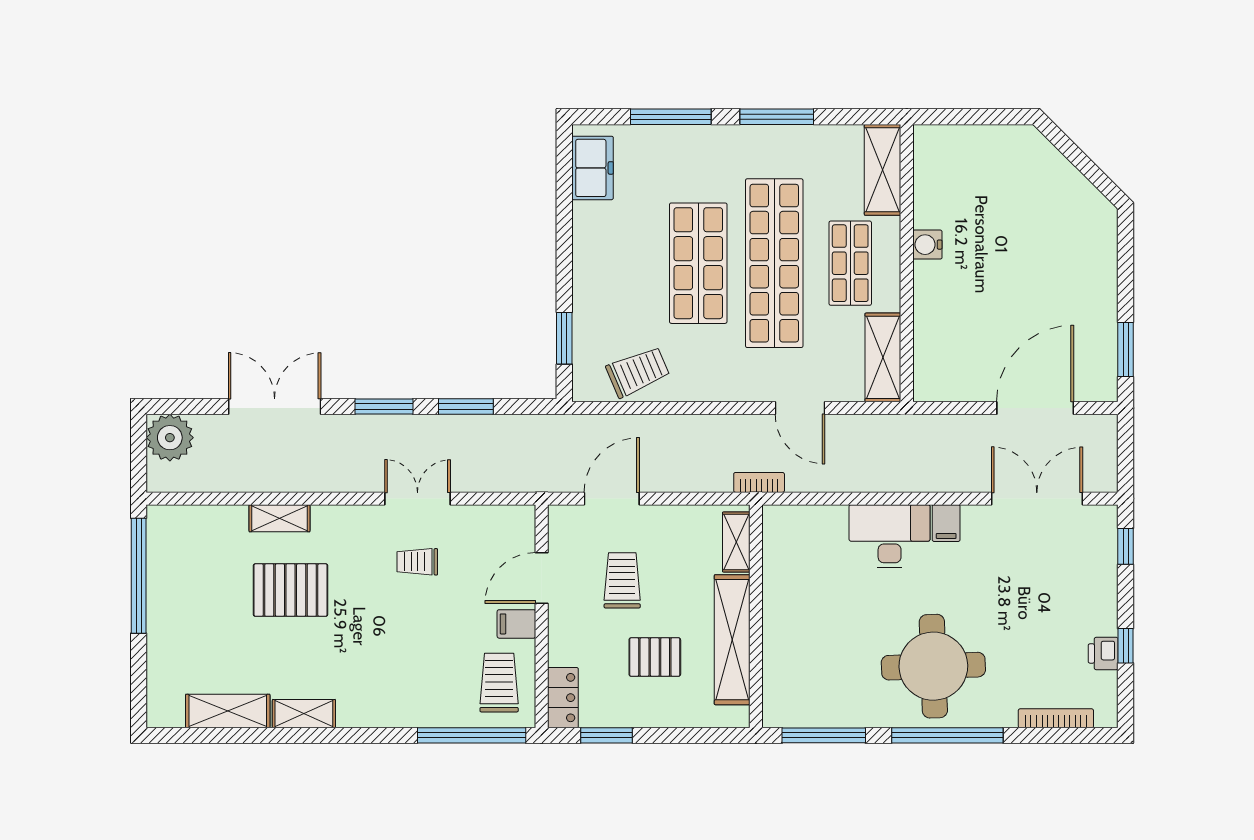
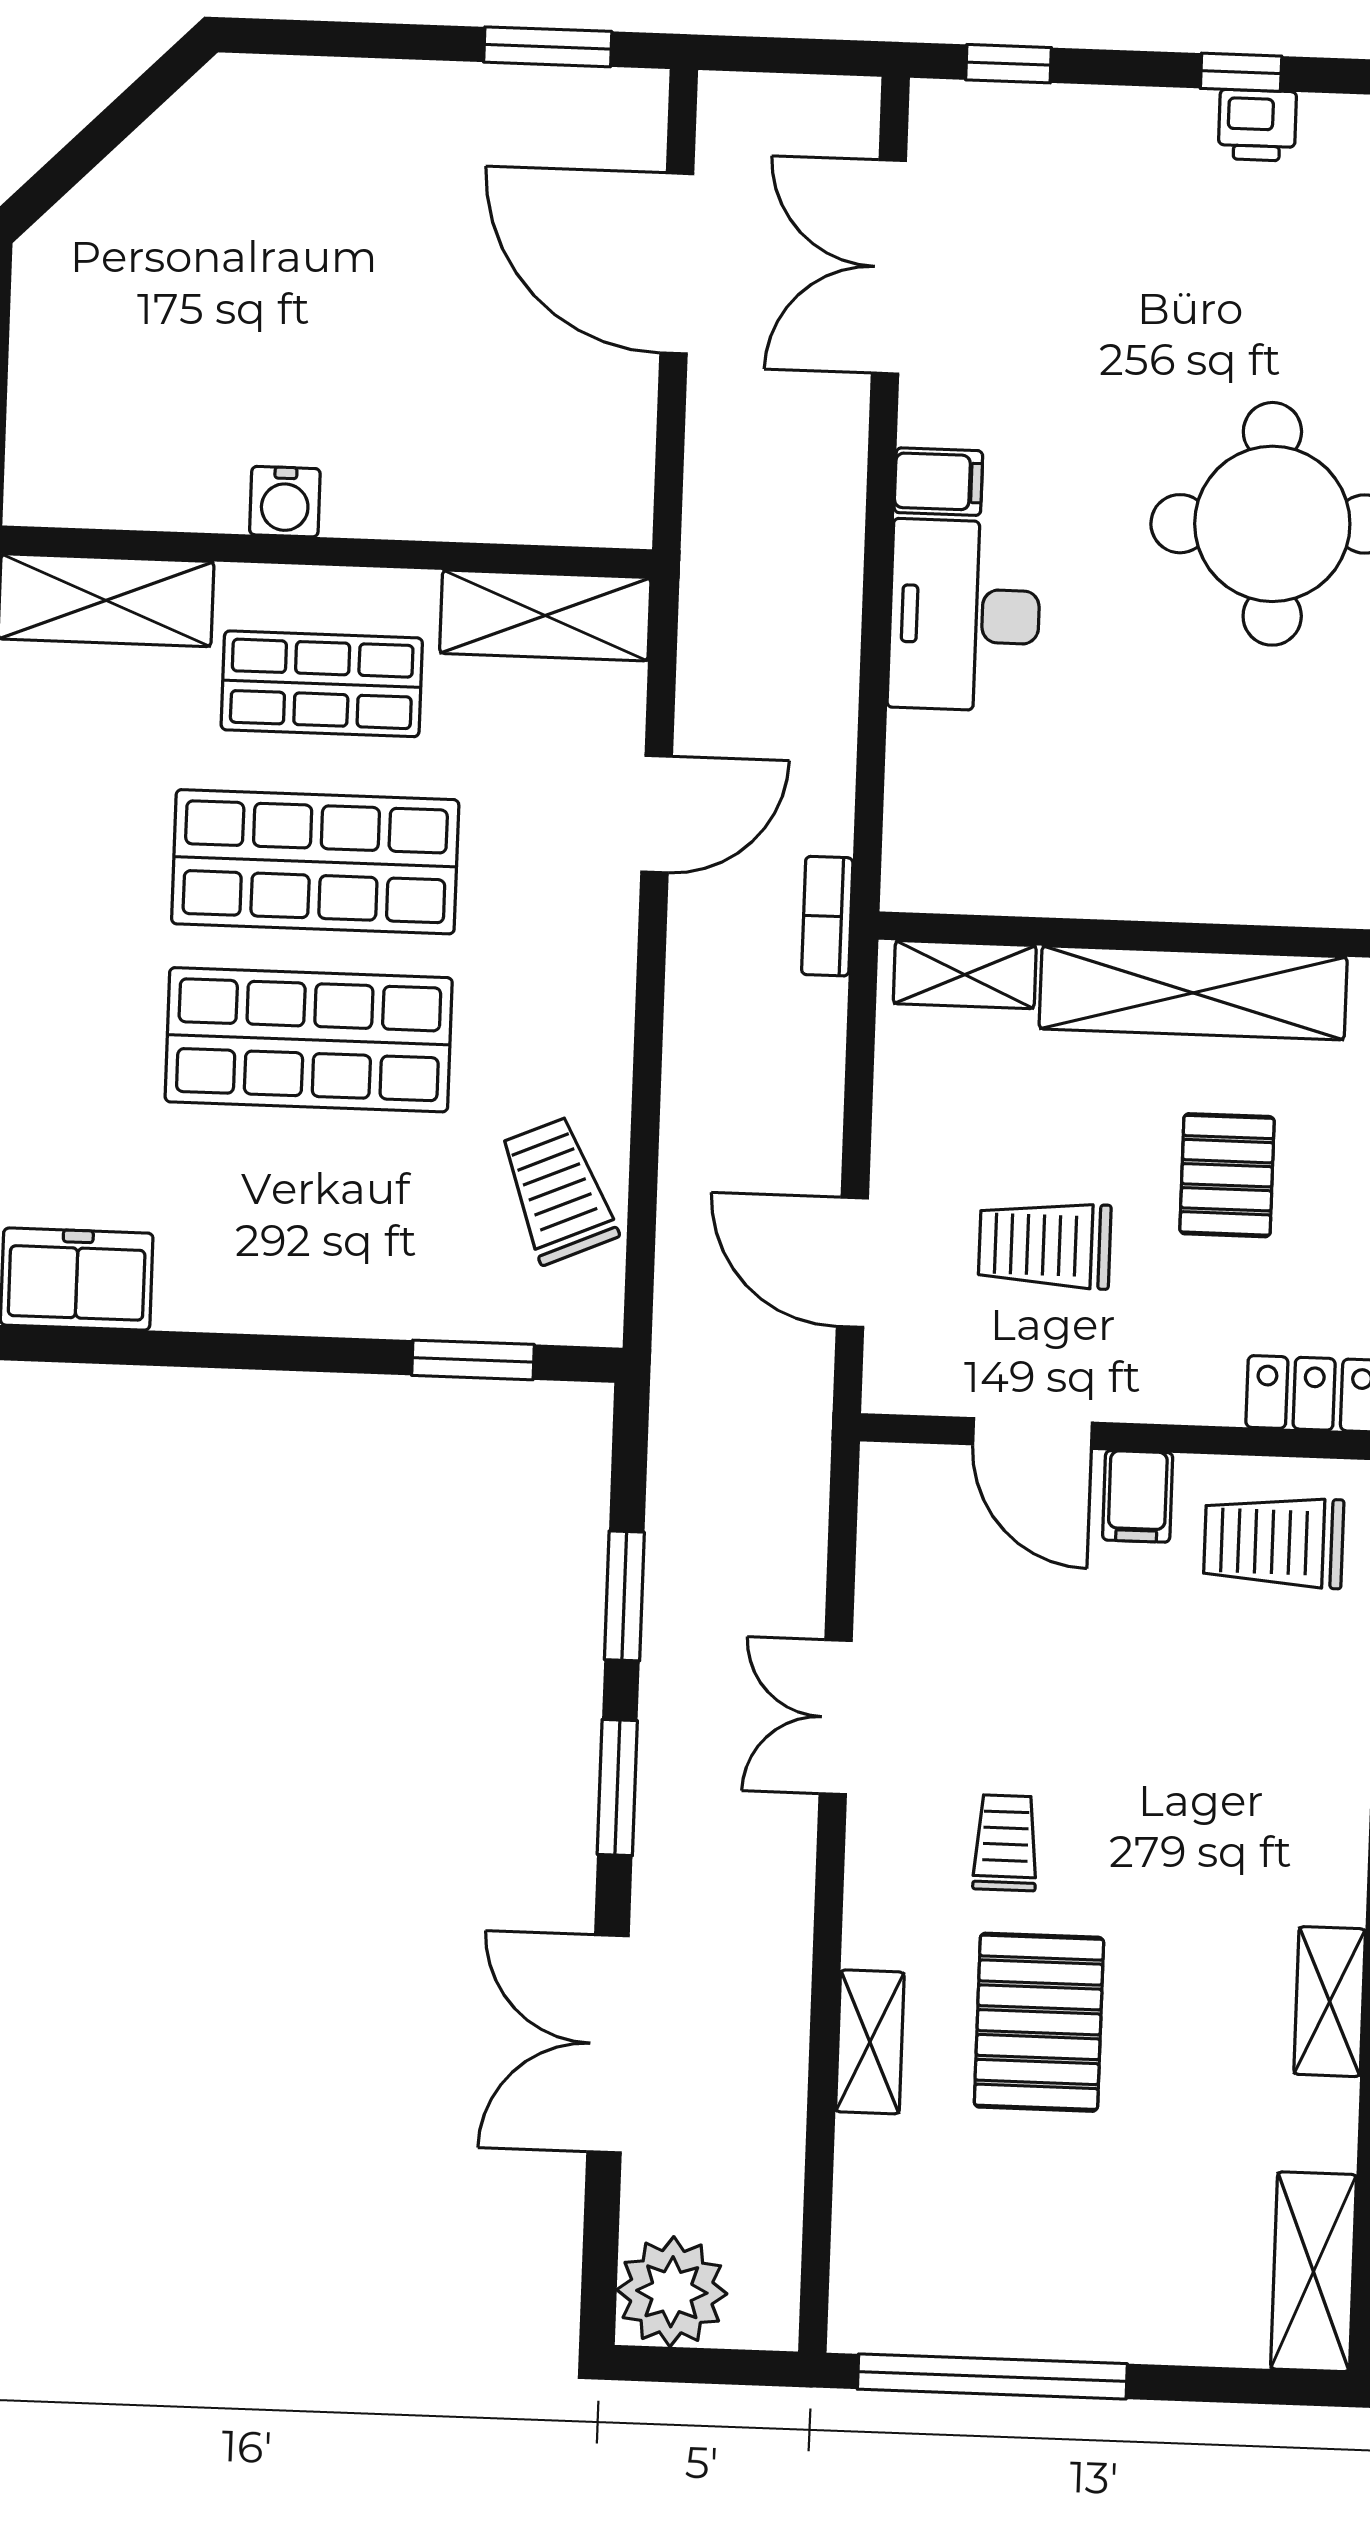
shop shelf: (774, 263) -> (315, 862), width x0.71
trolley: (417, 562) -> (1006, 1843), moved, turned 180
shelving: (228, 711) -> (1313, 2272), moved

